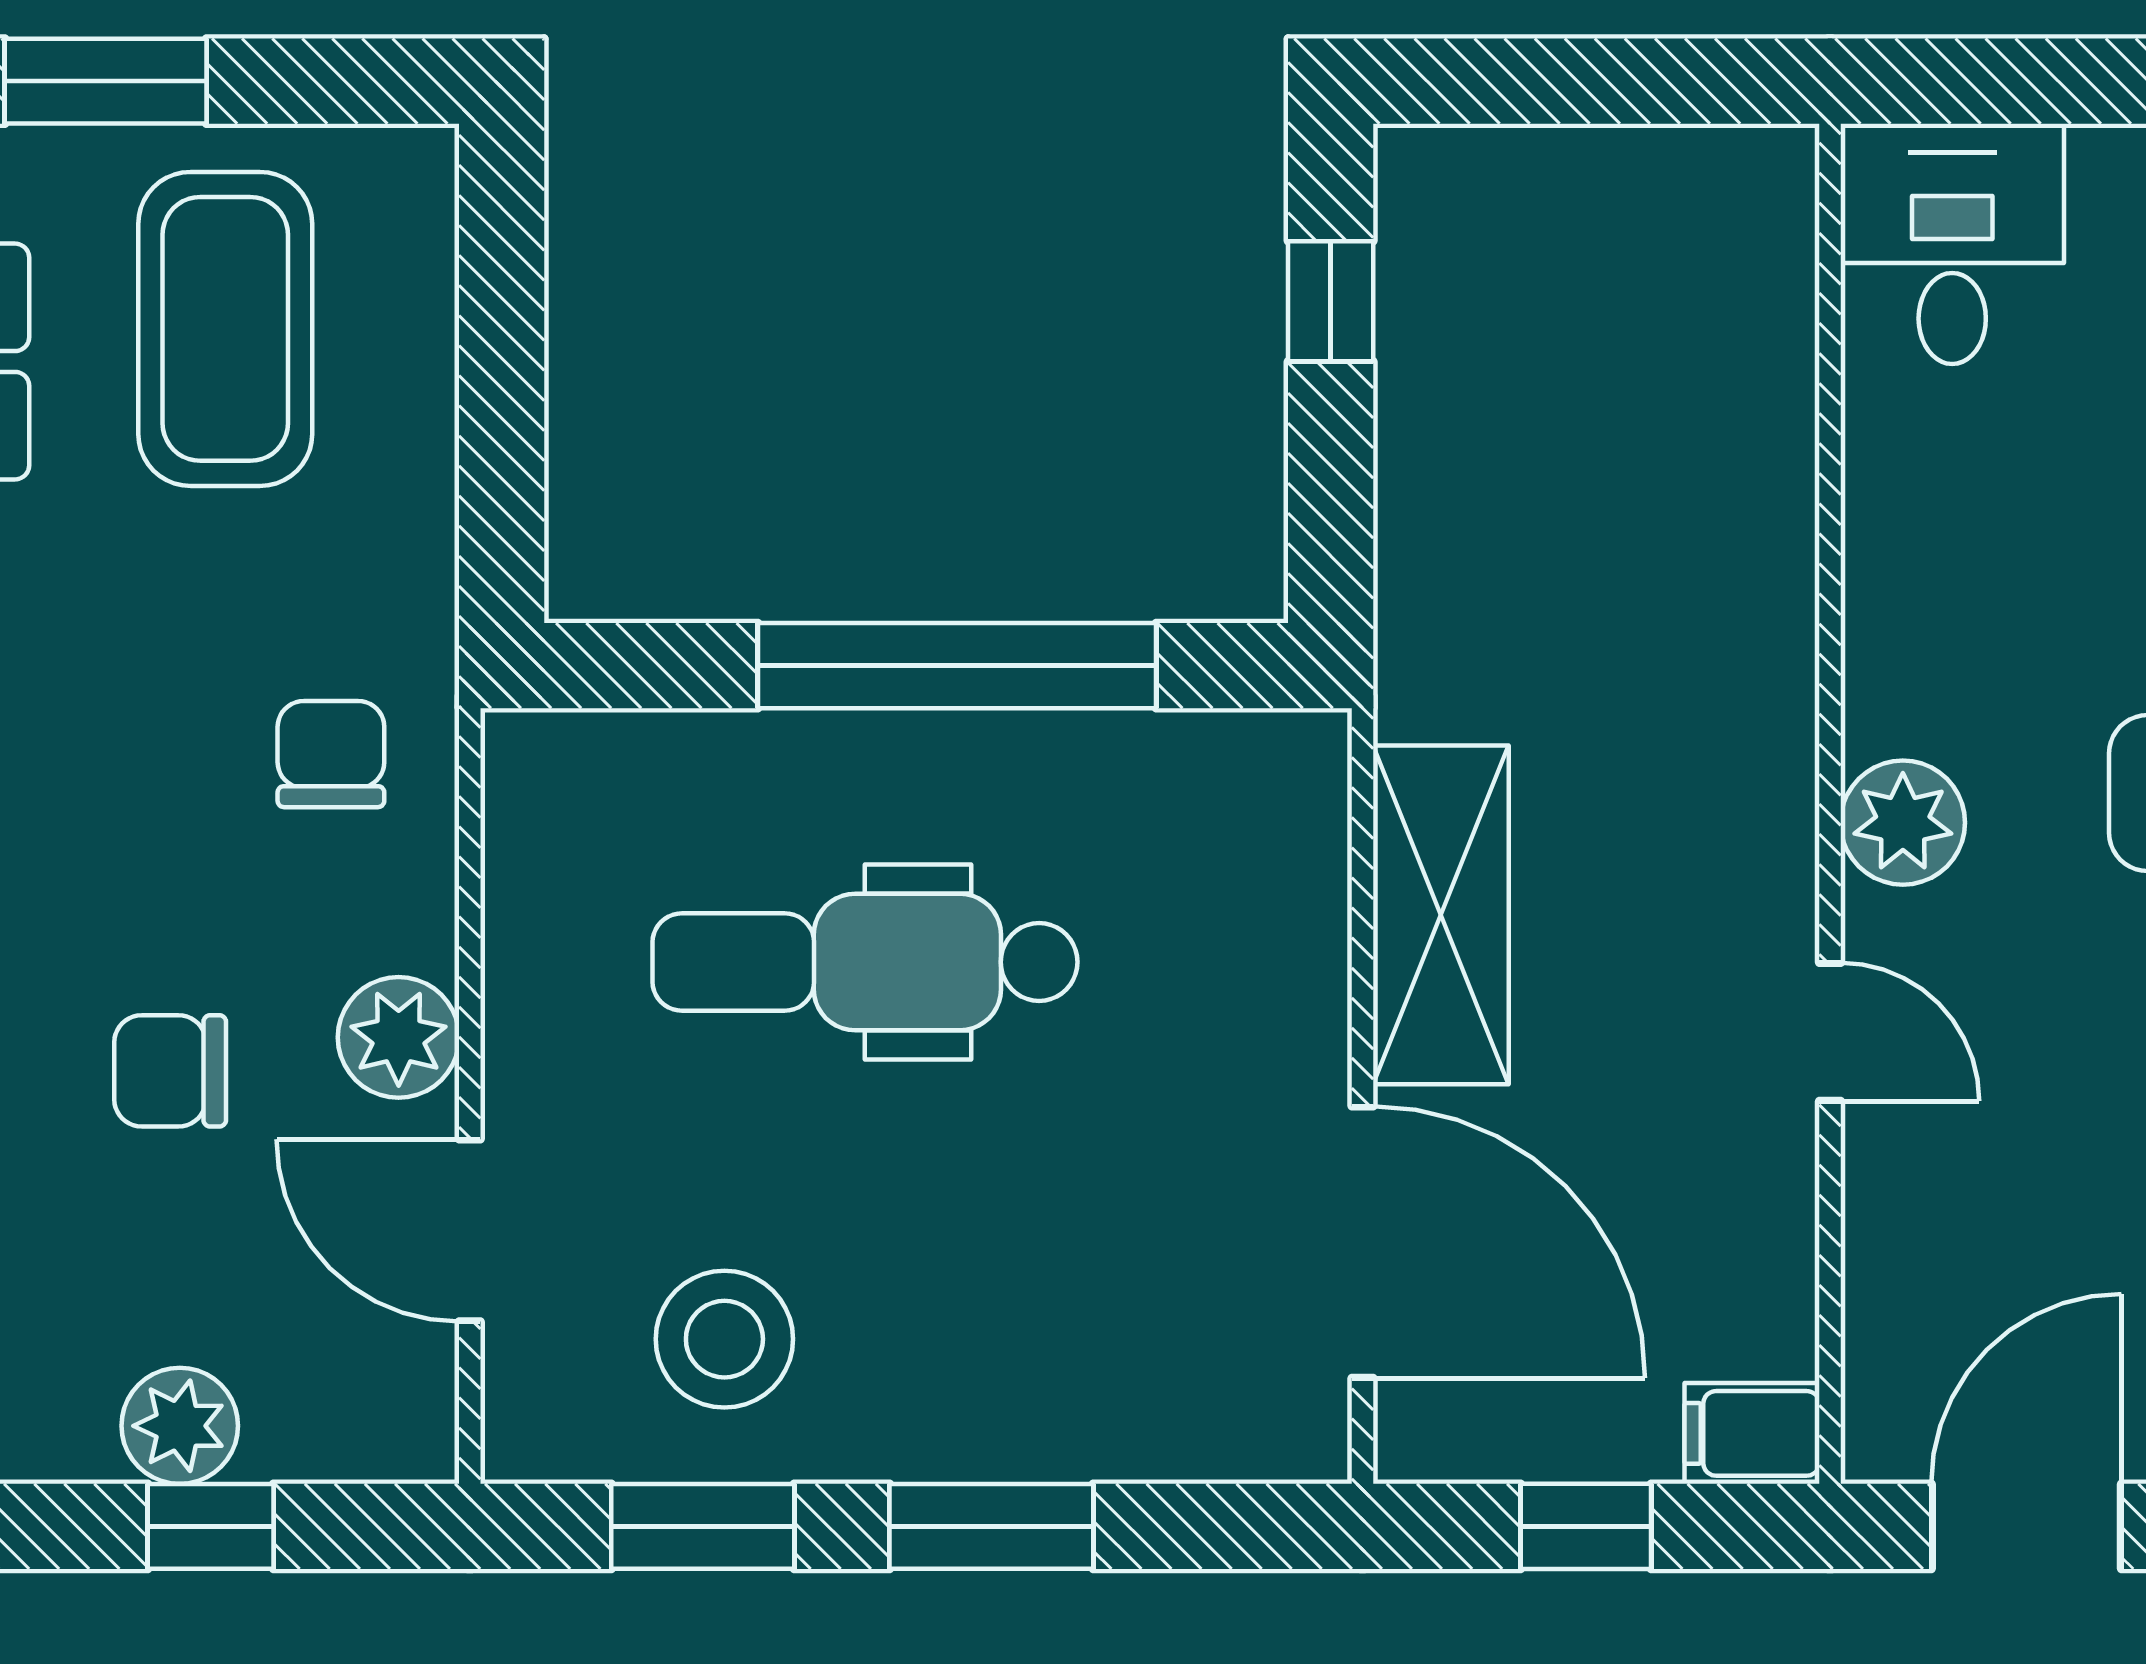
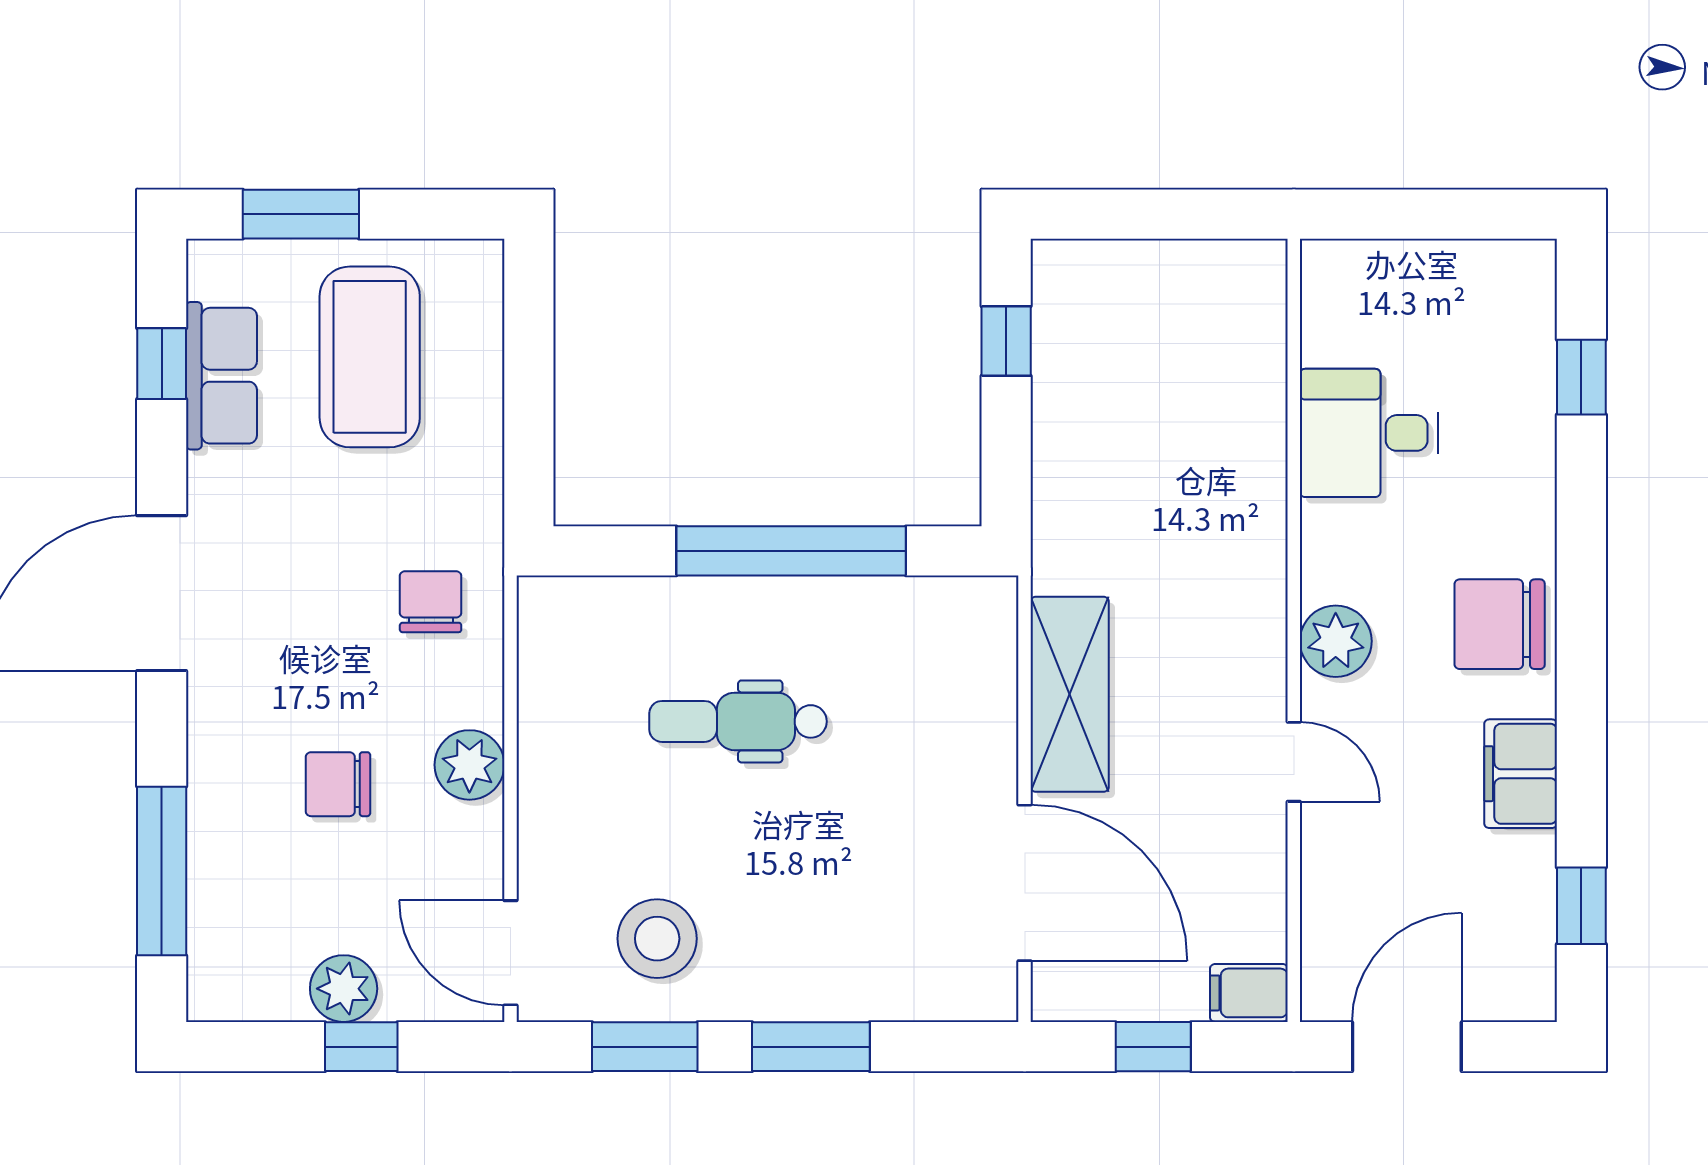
desk: (1952, 244) -> (1369, 433), moved, turned -90
dental chair: (865, 962) -> (738, 721), width x0.73, depth x0.72
door: (470, 1230) -> (510, 953), moved

